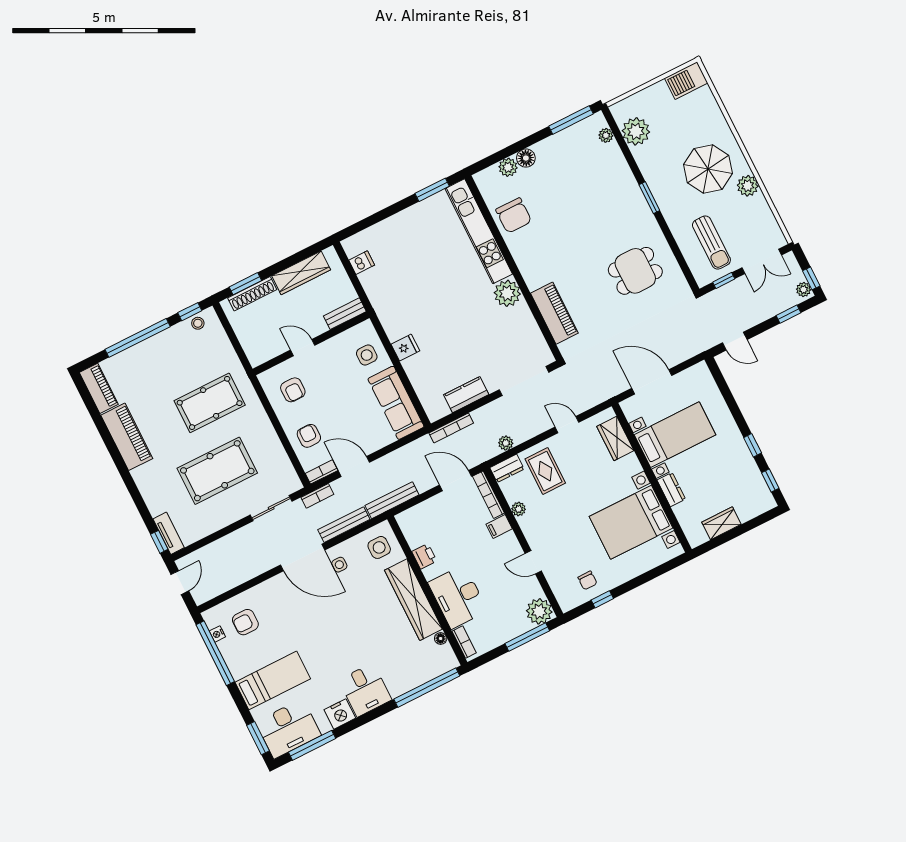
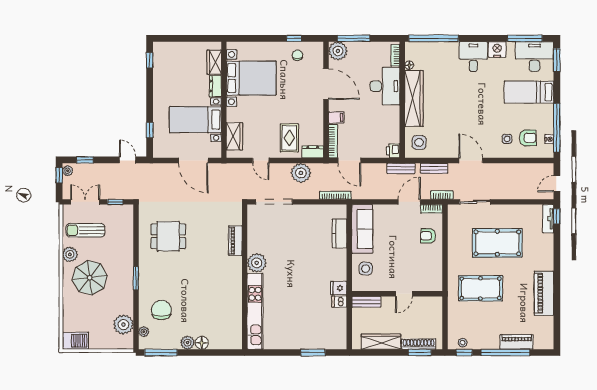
plant: (508, 167) -> (187, 343), moved
window: (432, 190) -> (313, 352), moved
chair: (514, 215) -> (161, 310), moved
sun lounger: (711, 243) -> (85, 230), moved, turned -90
dishwasher: (362, 263) -> (339, 302), moved
piano: (554, 313) -> (235, 241), width x0.73, depth x0.75
door: (303, 348) -> (404, 294), hinge flipped
fridge: (405, 348) -> (339, 288), moved
piano: (99, 388) -> (517, 342), moved, turned 90
armchair: (293, 390) -> (424, 270), removed
kitchen counter: (466, 395) -> (339, 233), moved, turned 90
armchair: (309, 436) -> (428, 236), turned 90
plant: (506, 443) -> (301, 173), width x1.87, depth x1.87
window: (753, 445) -> (150, 130), moved
door: (354, 467) -> (409, 202), swing flipped
bench: (392, 500) -> (401, 168), width x0.73
plant: (519, 509) -> (318, 122), removed
wardrobe: (721, 523) -> (214, 62), moved, turned 90
bench: (344, 525) -> (434, 168), width x0.73
printer: (424, 556) -> (393, 151), moved
door: (303, 558) -> (471, 161), width x0.73
door: (533, 562) -> (326, 84), width x1.88
side table: (339, 565) -> (507, 139), moved

